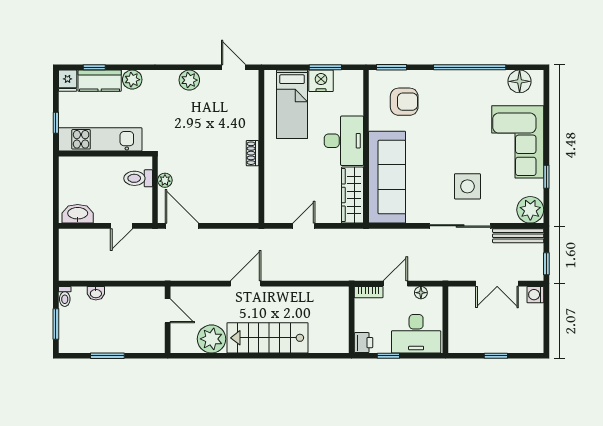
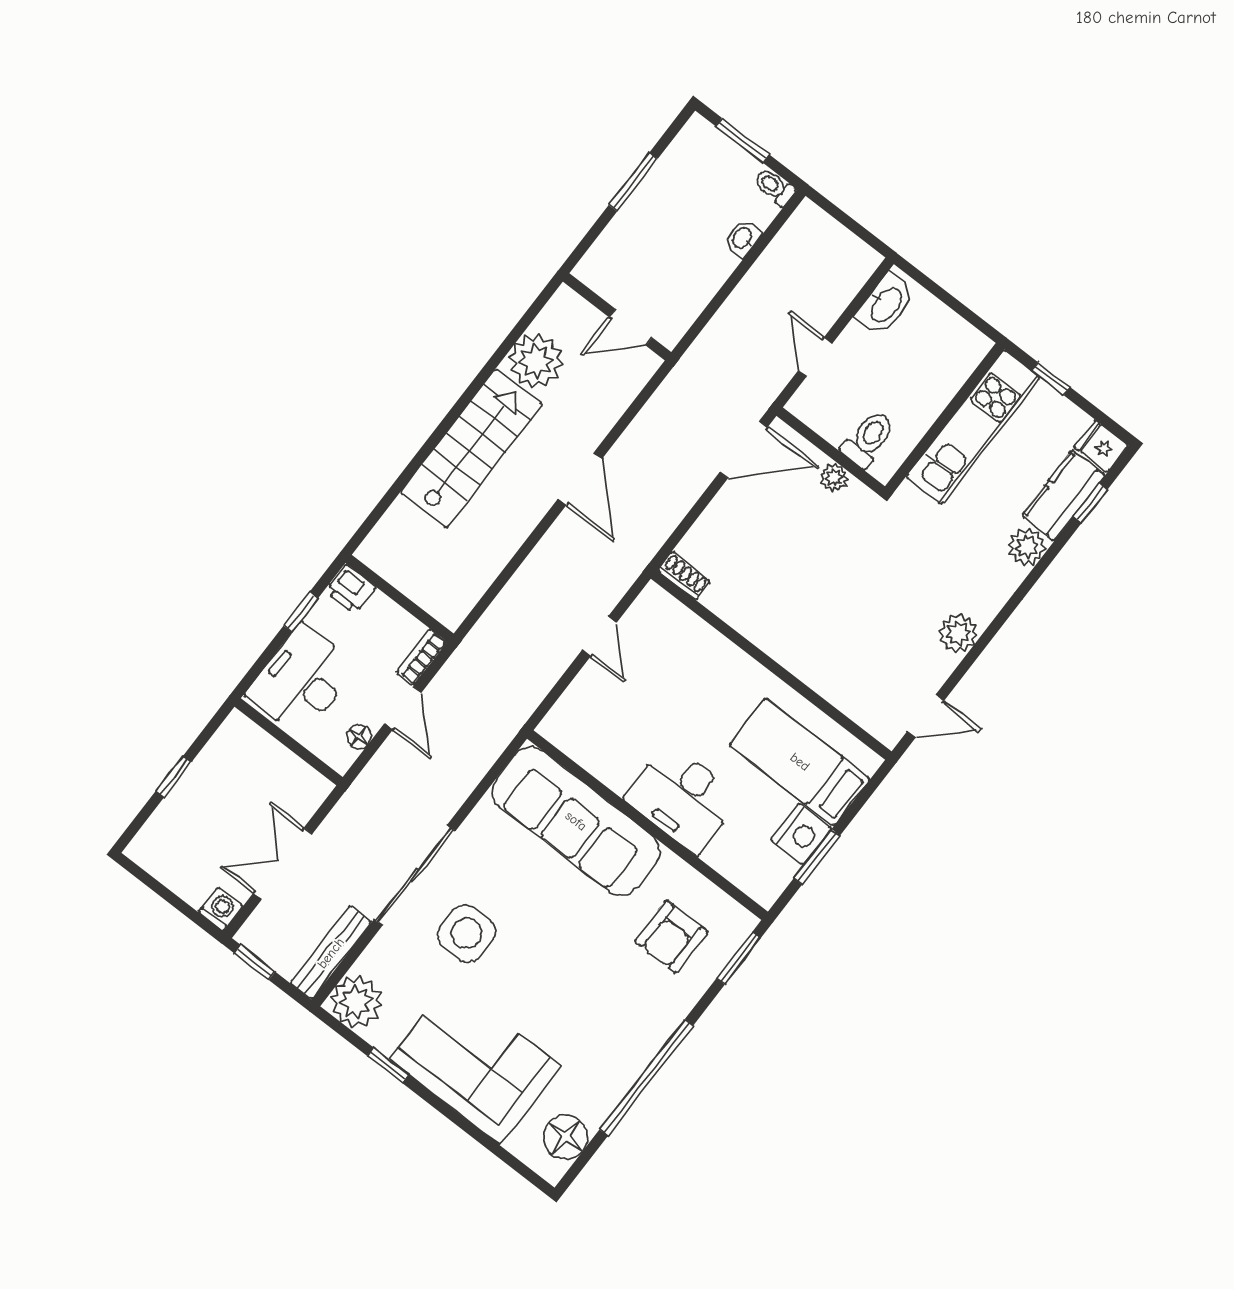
shoe rack: (253, 153) -> (684, 576), moved
wardrobe: (352, 195) -> (589, 747), removed

